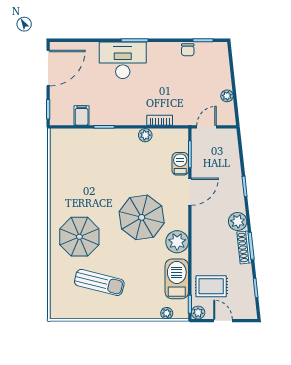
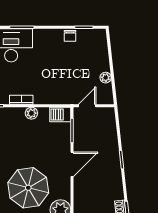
bookcase: (160, 120) -> (21, 100), moved
barbecue: (180, 164) -> (60, 115), moved, turned -90
plant: (238, 221) -> (115, 191), removed

